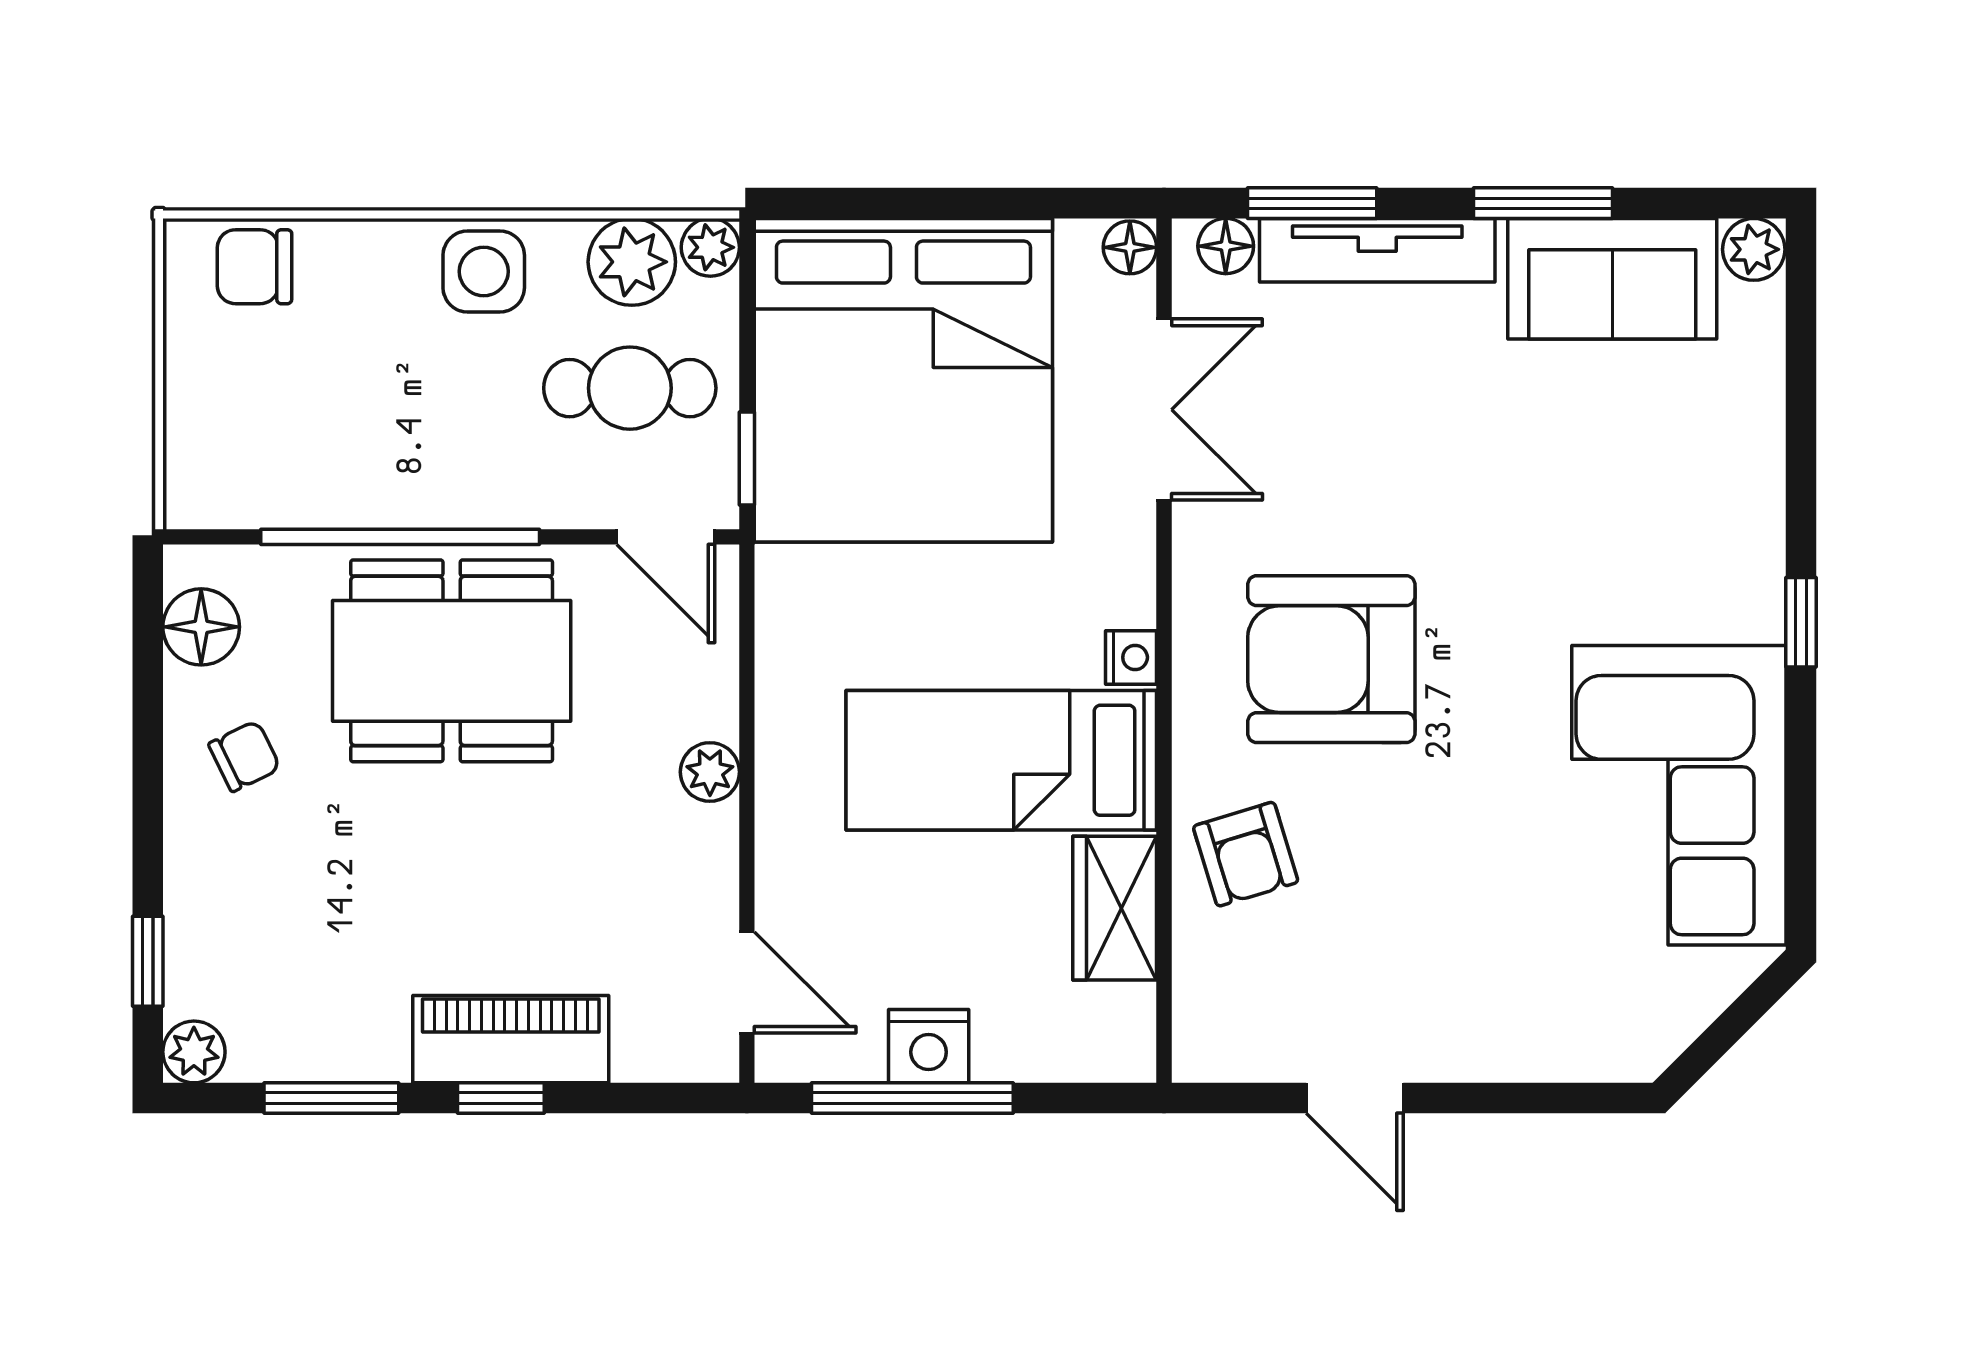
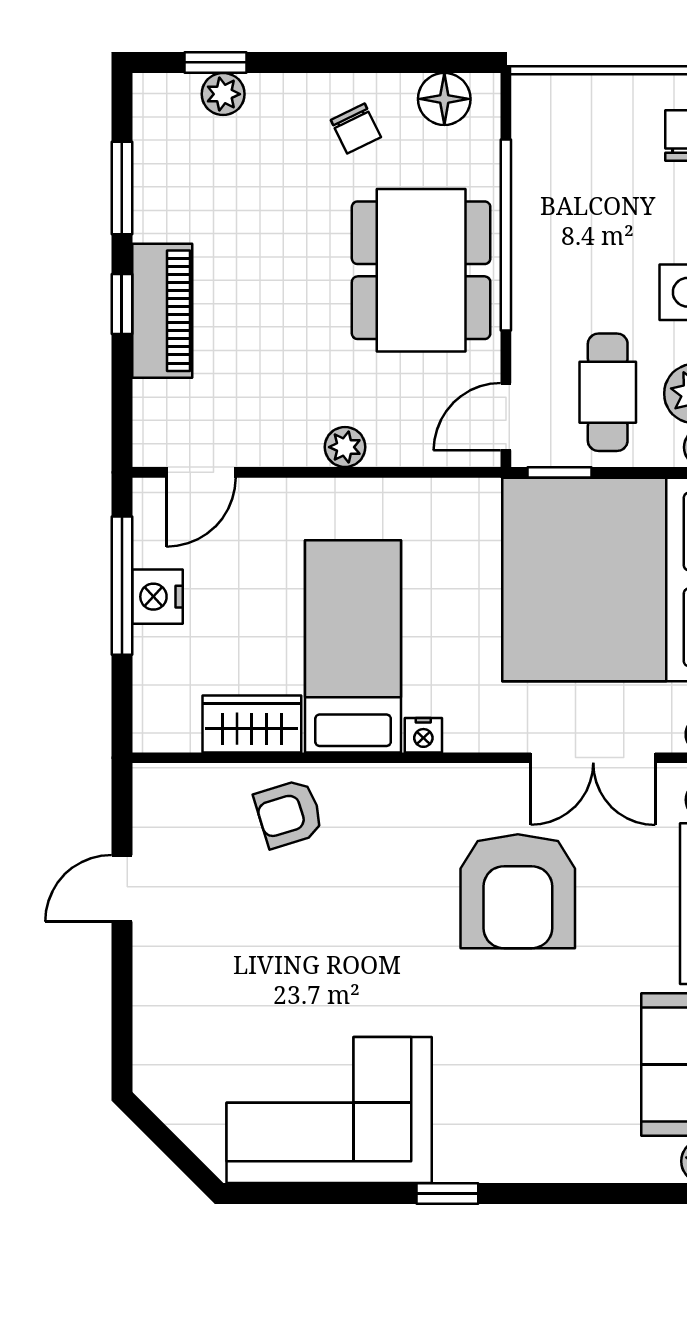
armchair: (1331, 659) -> (518, 891), moved, turned 180
plant: (194, 1052) -> (223, 94), moved

